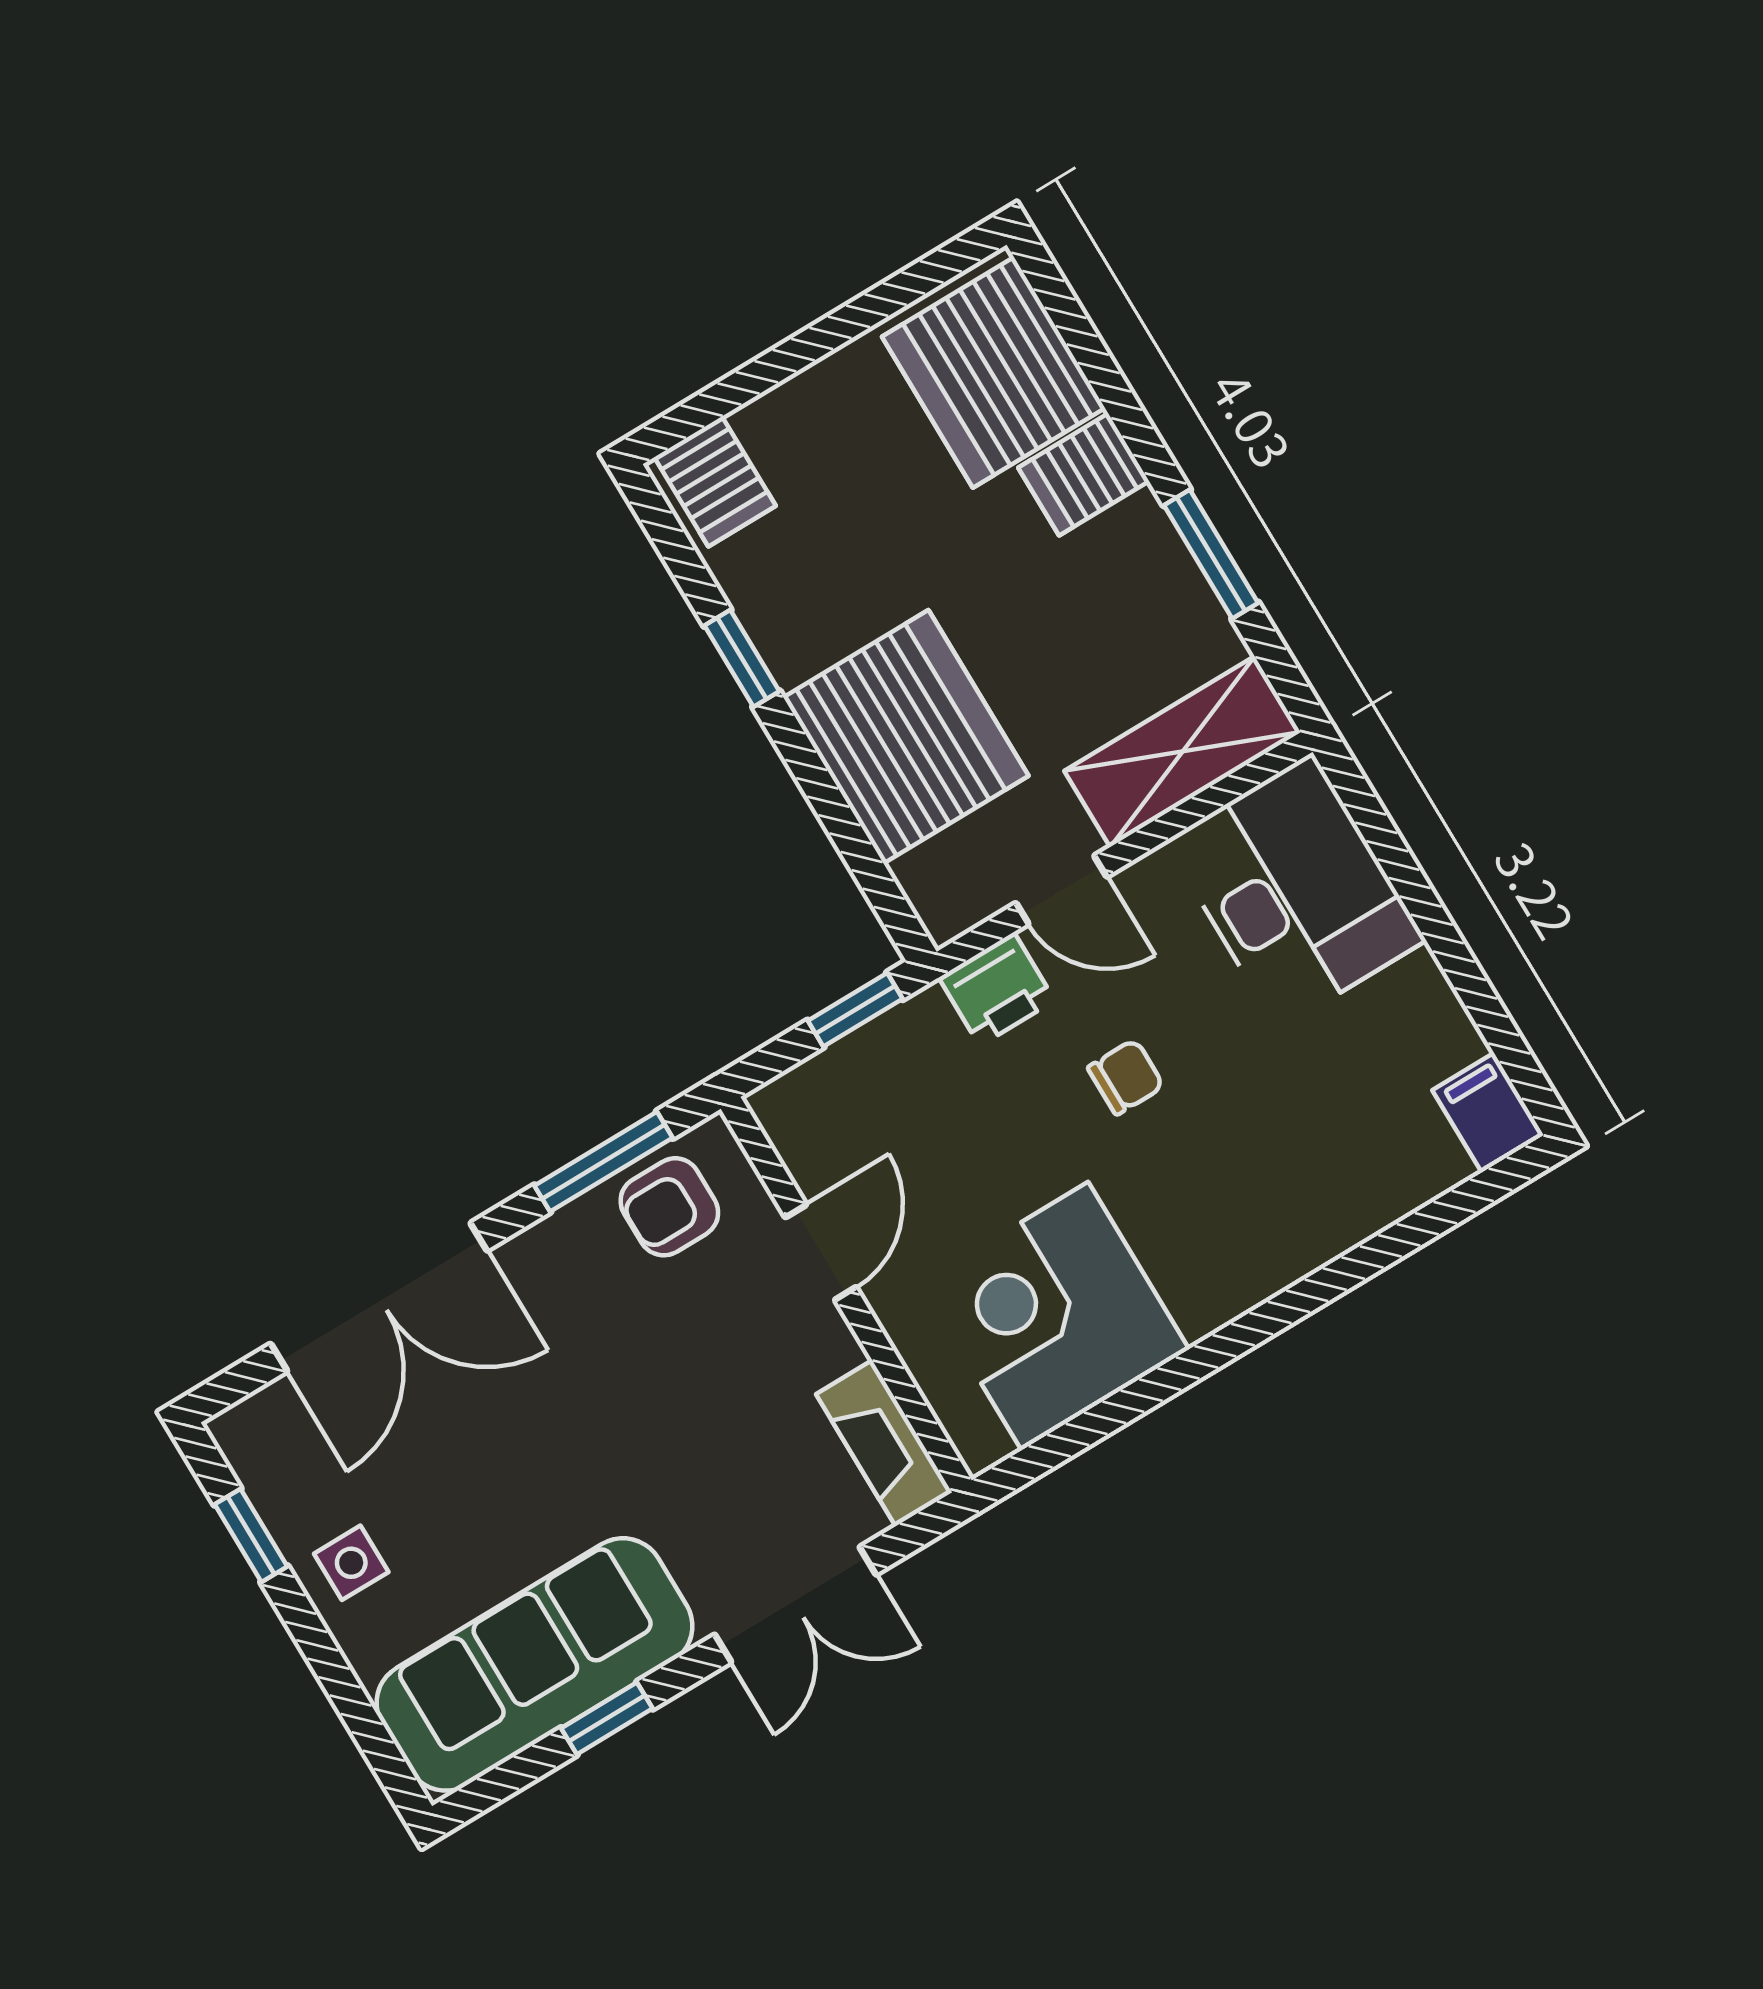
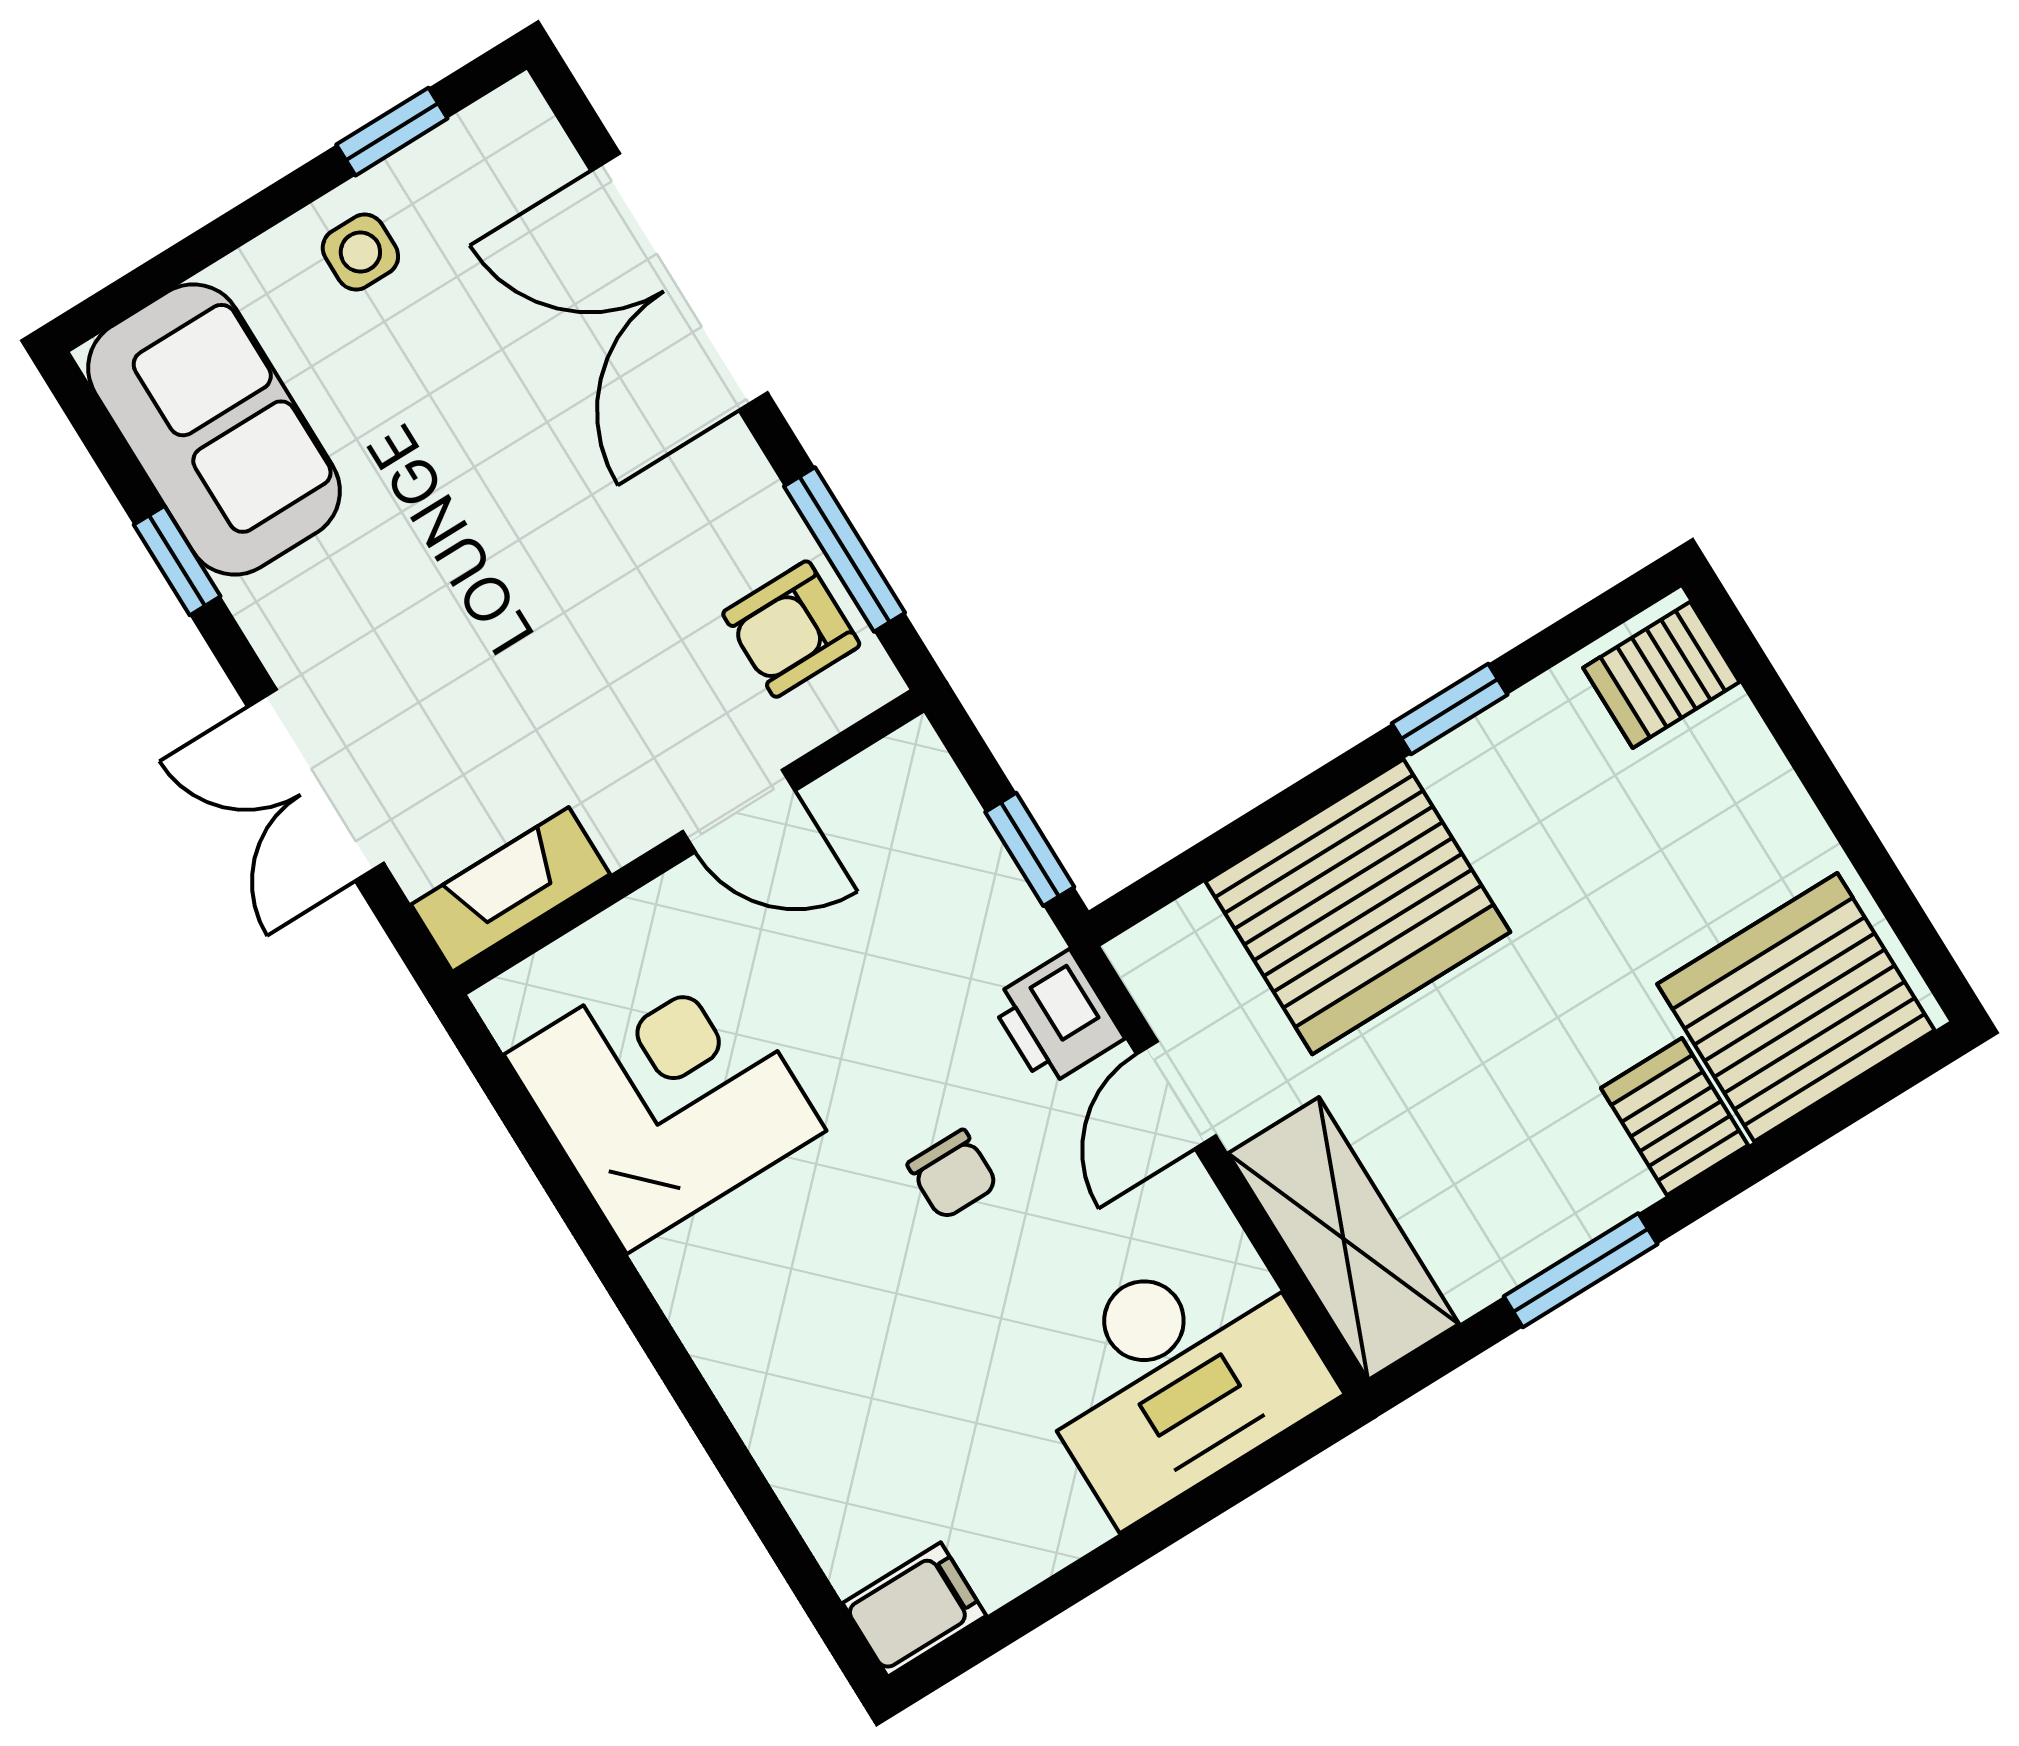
armchair: (669, 1207) -> (791, 629), turned -90
sofa: (534, 1664) -> (214, 430), width x0.73

